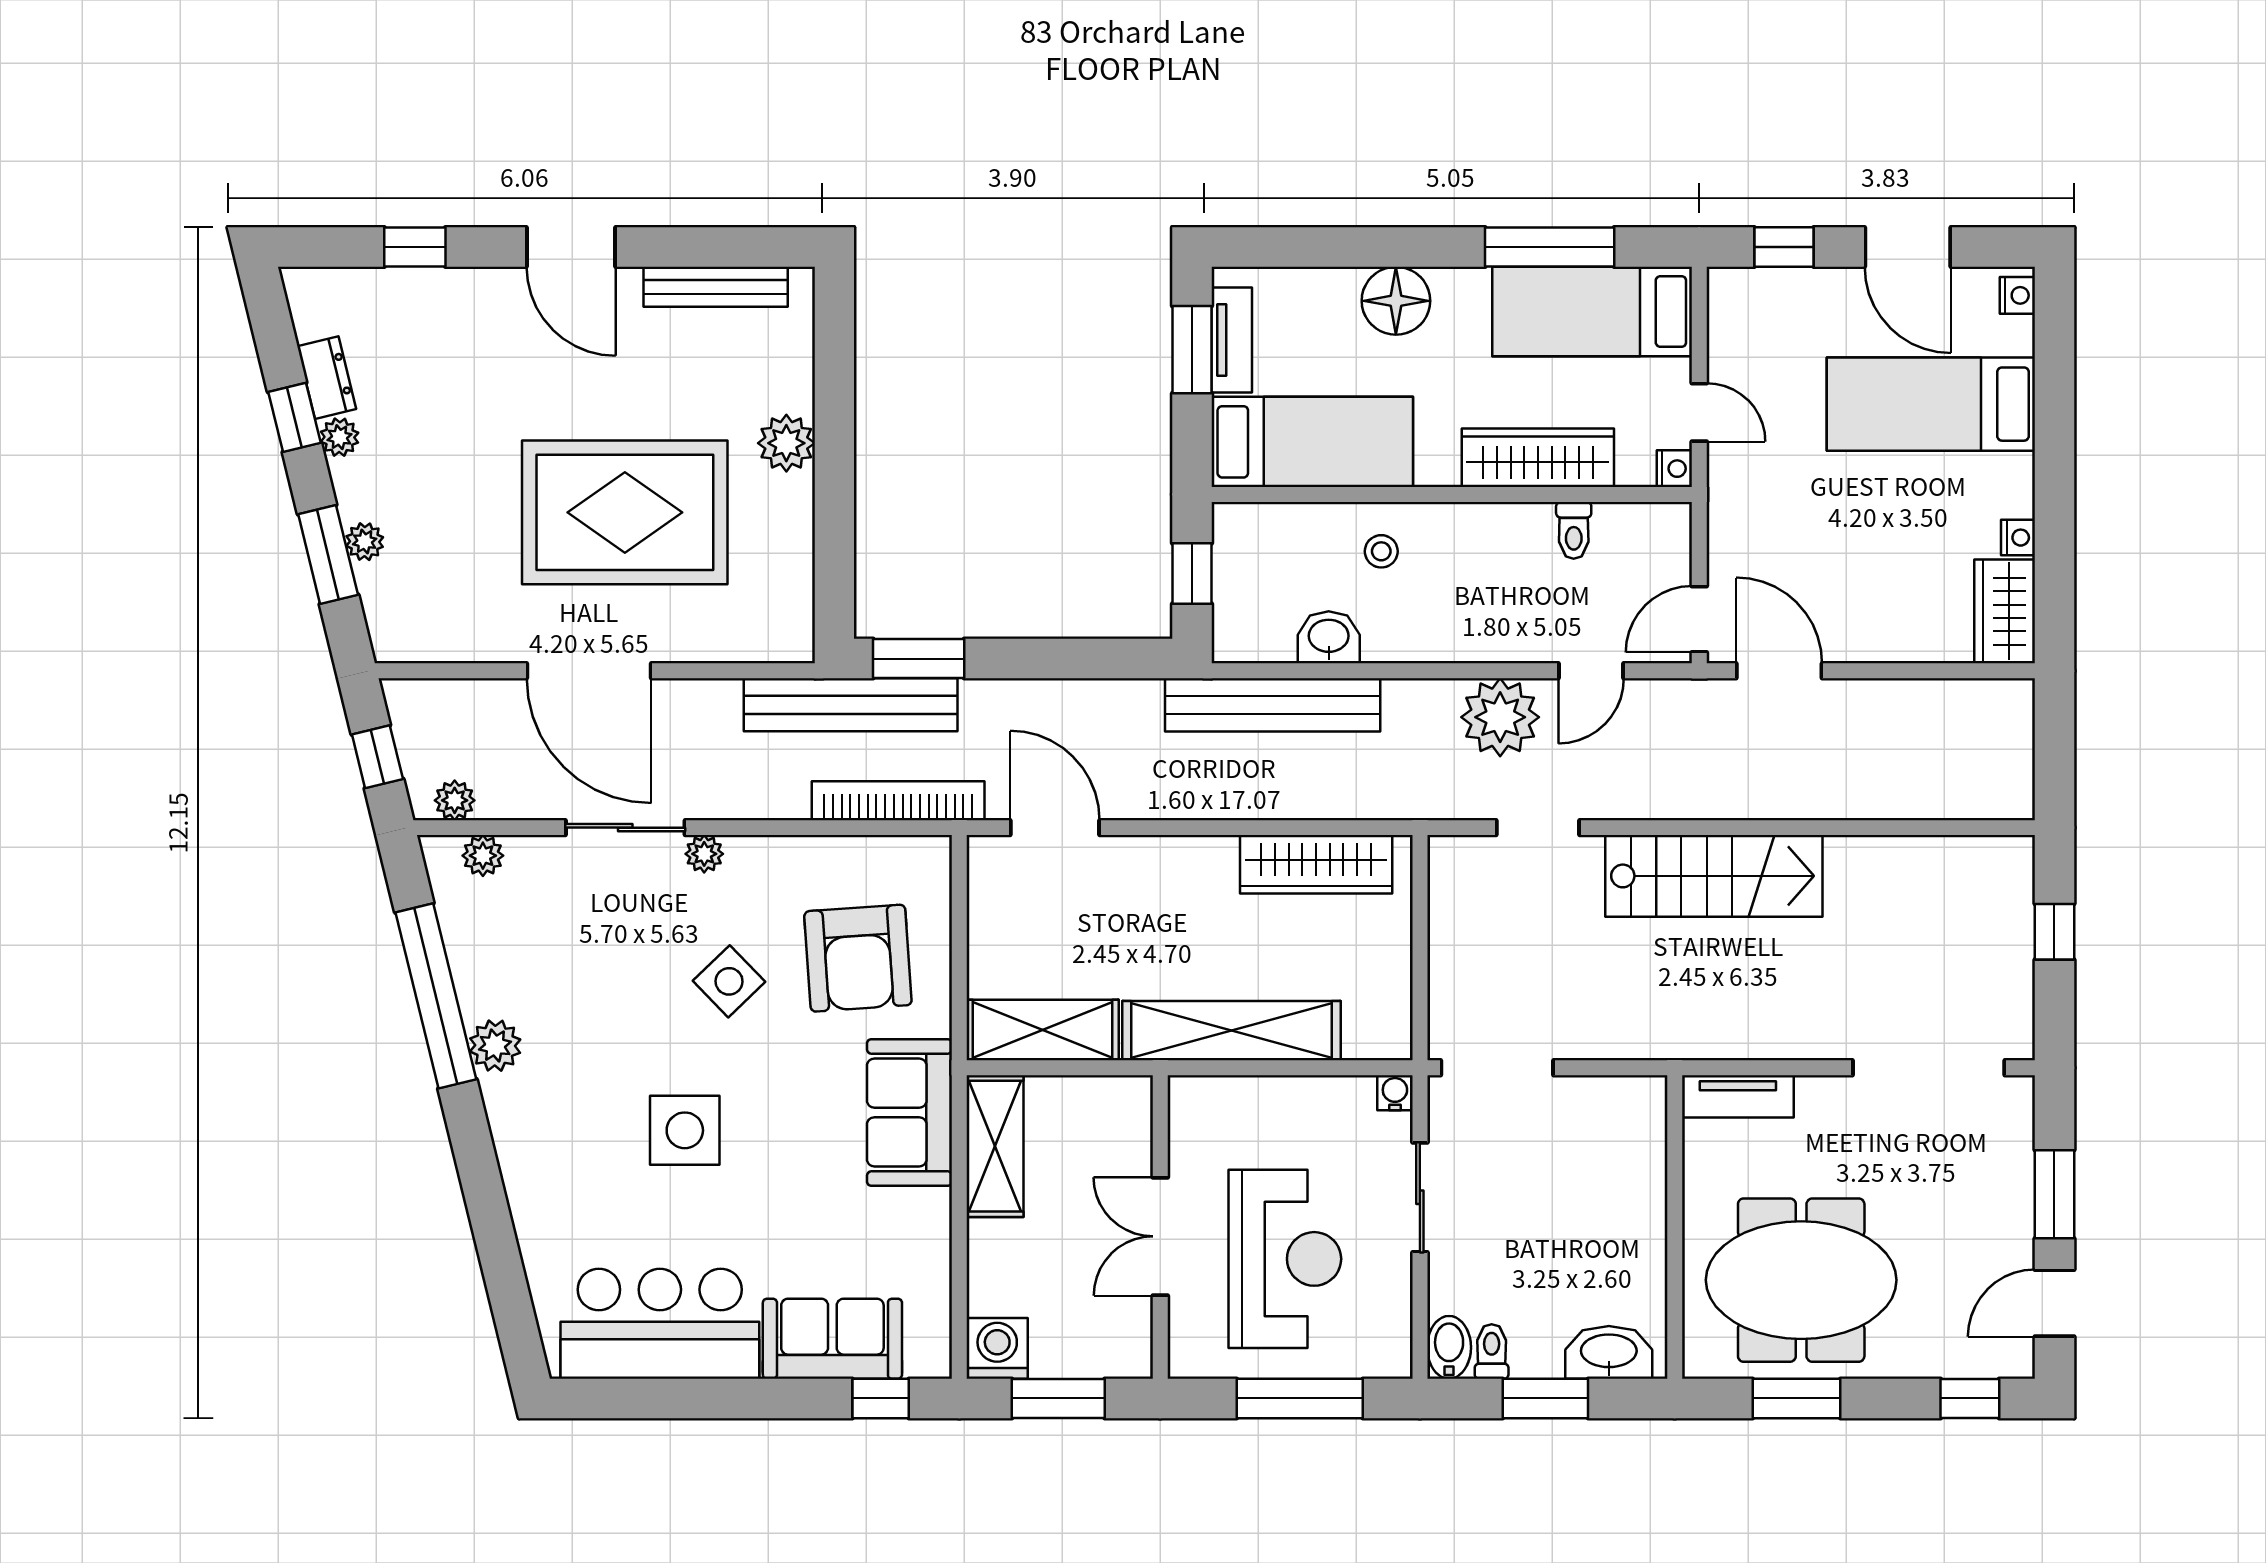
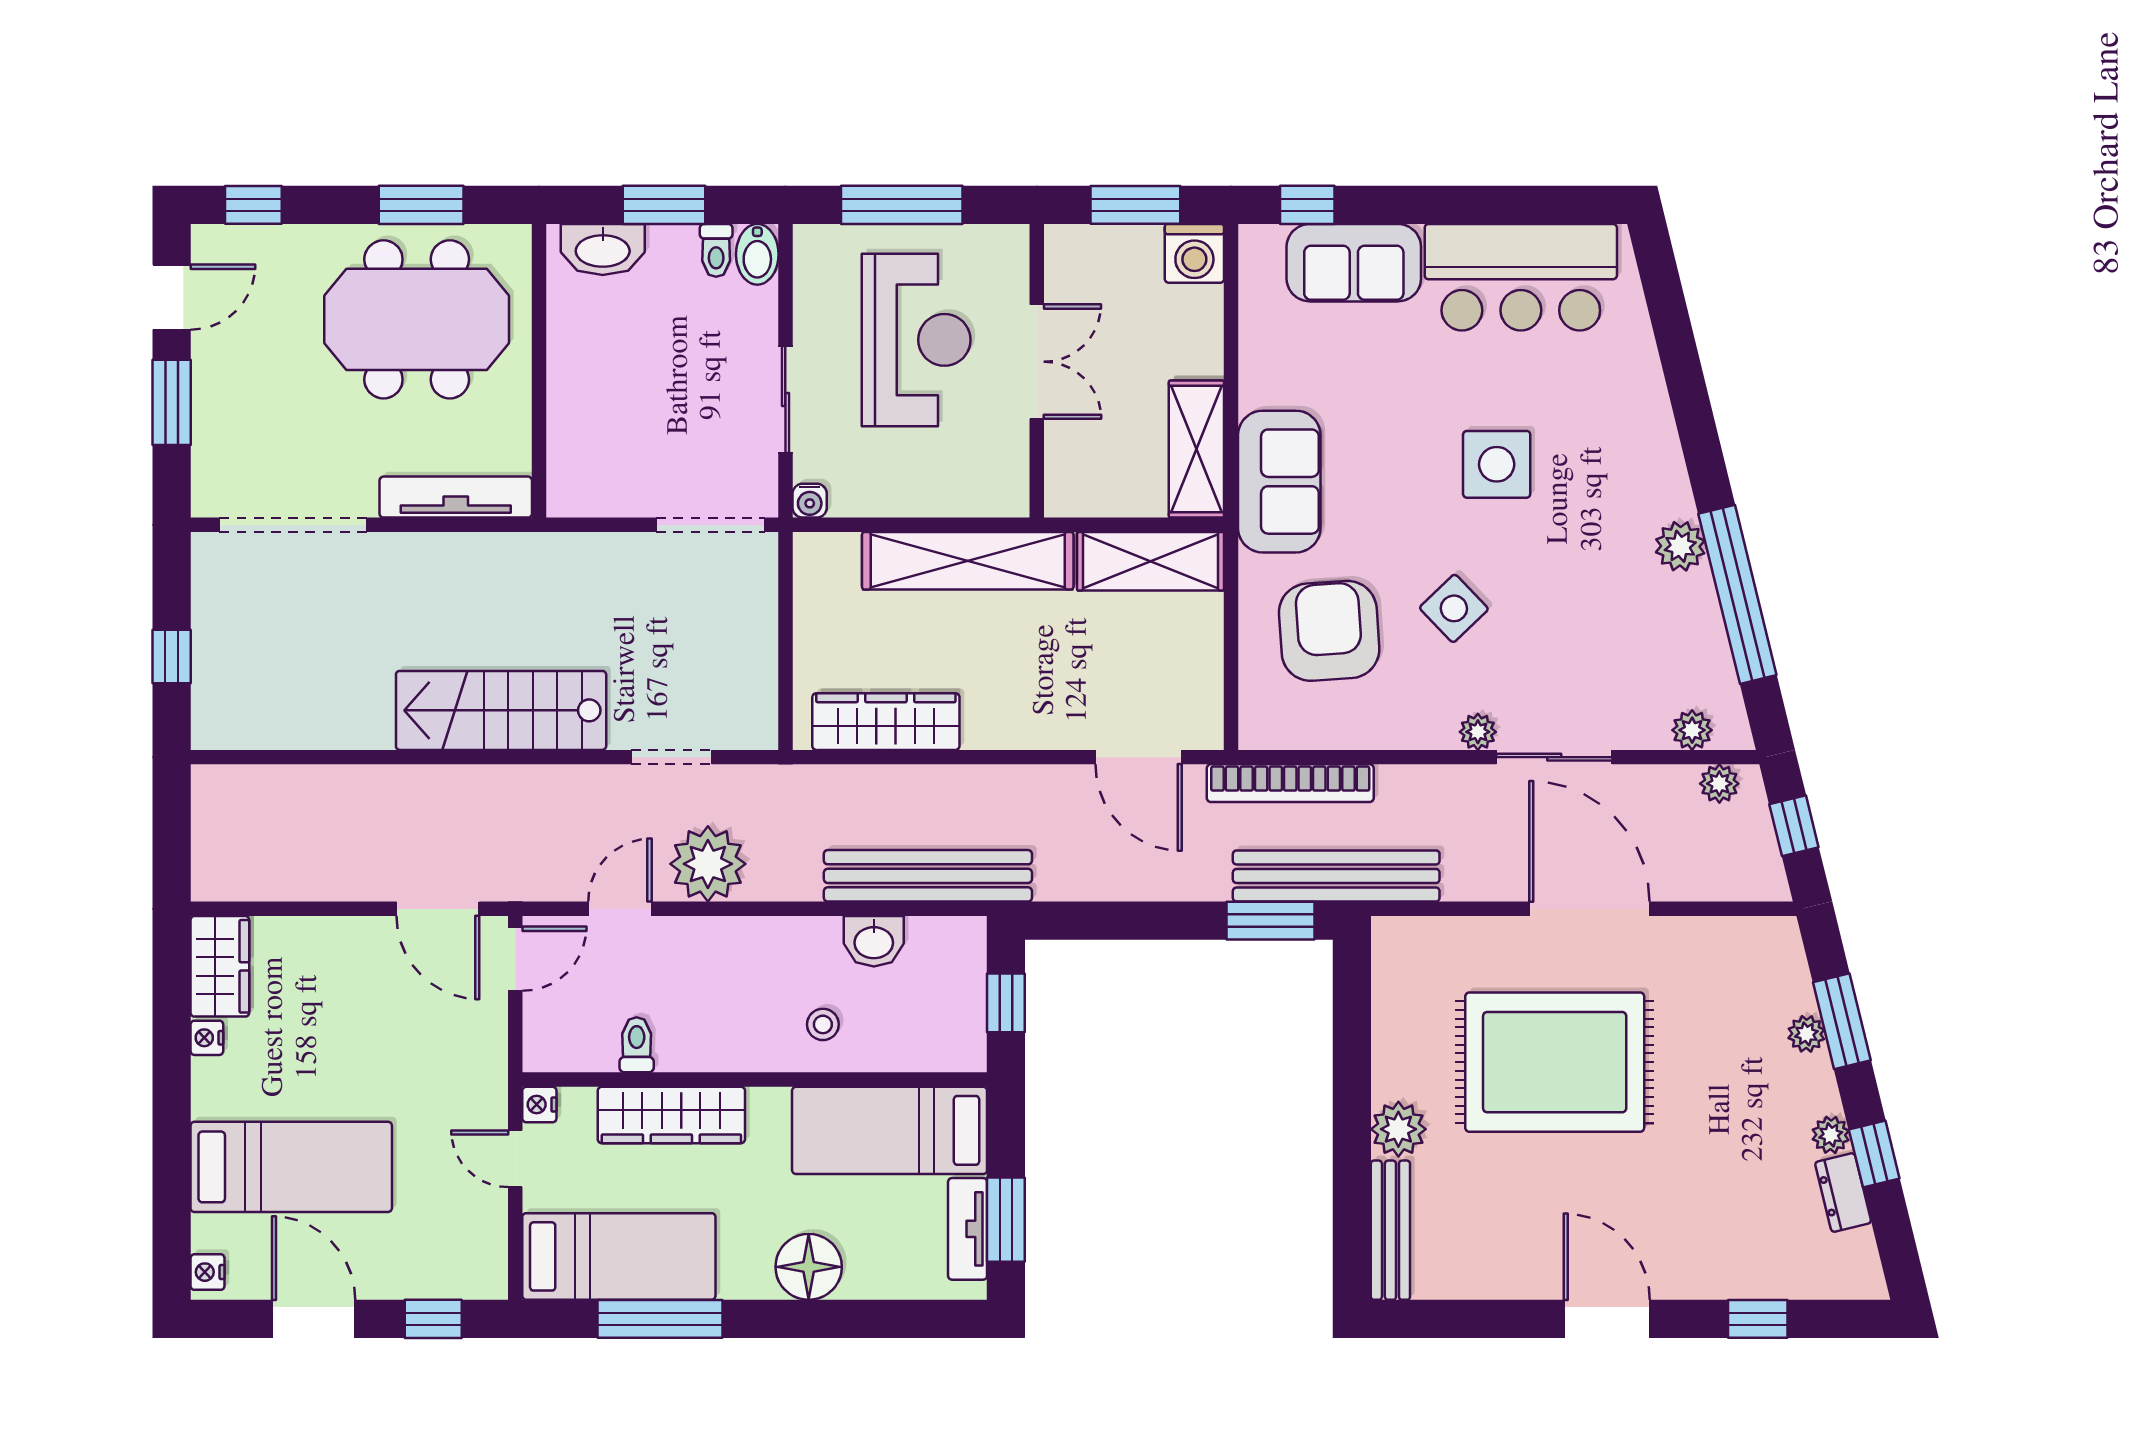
bench: (716, 287) -> (1390, 1230), moved, turned 90
tv unit: (1738, 1096) -> (456, 497), width x1.41
reception desk: (1285, 1259) -> (916, 340), turned 180

